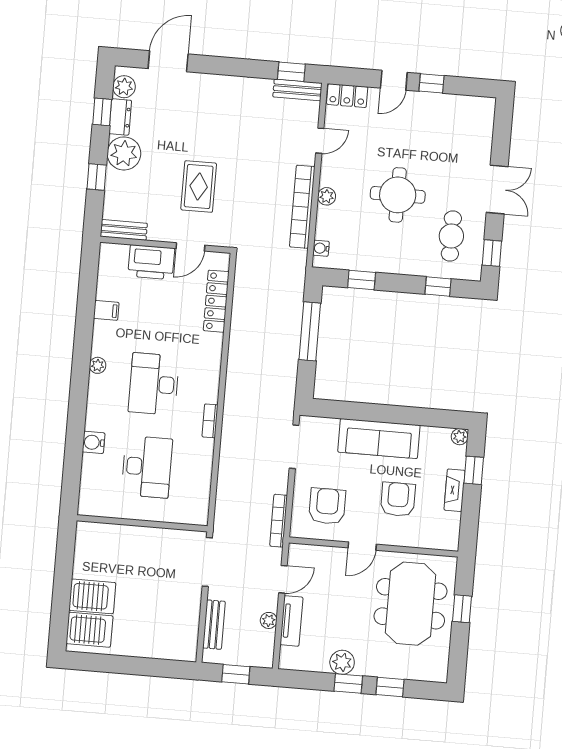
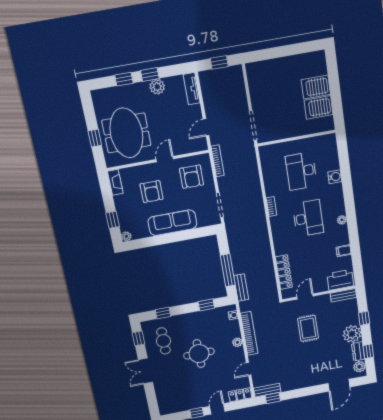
printer: (151, 262) -> (340, 280), moved
fireplace: (455, 490) -> (115, 182), moved
plant: (269, 620) -> (208, 100), removed
tv unit: (292, 621) -> (192, 89), moved
bench: (214, 625) -> (241, 288), moved
server rack: (90, 630) -> (319, 107), moved

